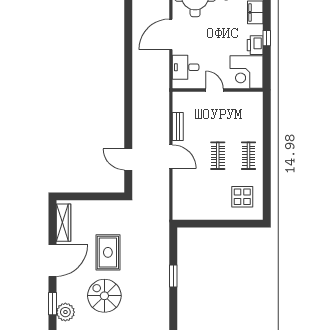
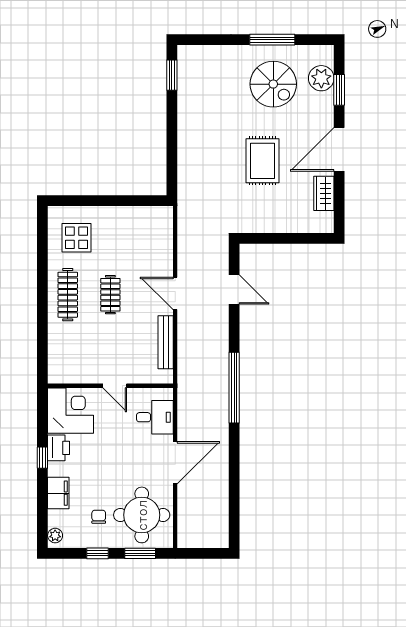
window: (128, 89) -> (234, 388), added
bench: (178, 126) -> (166, 342), width x1.36
clothes rail: (249, 156) -> (68, 295), width x1.36
wardrobe: (64, 223) -> (324, 193), width x0.67
window: (173, 276) -> (172, 75), moved
spiral stairs: (104, 296) -> (273, 84), moved

